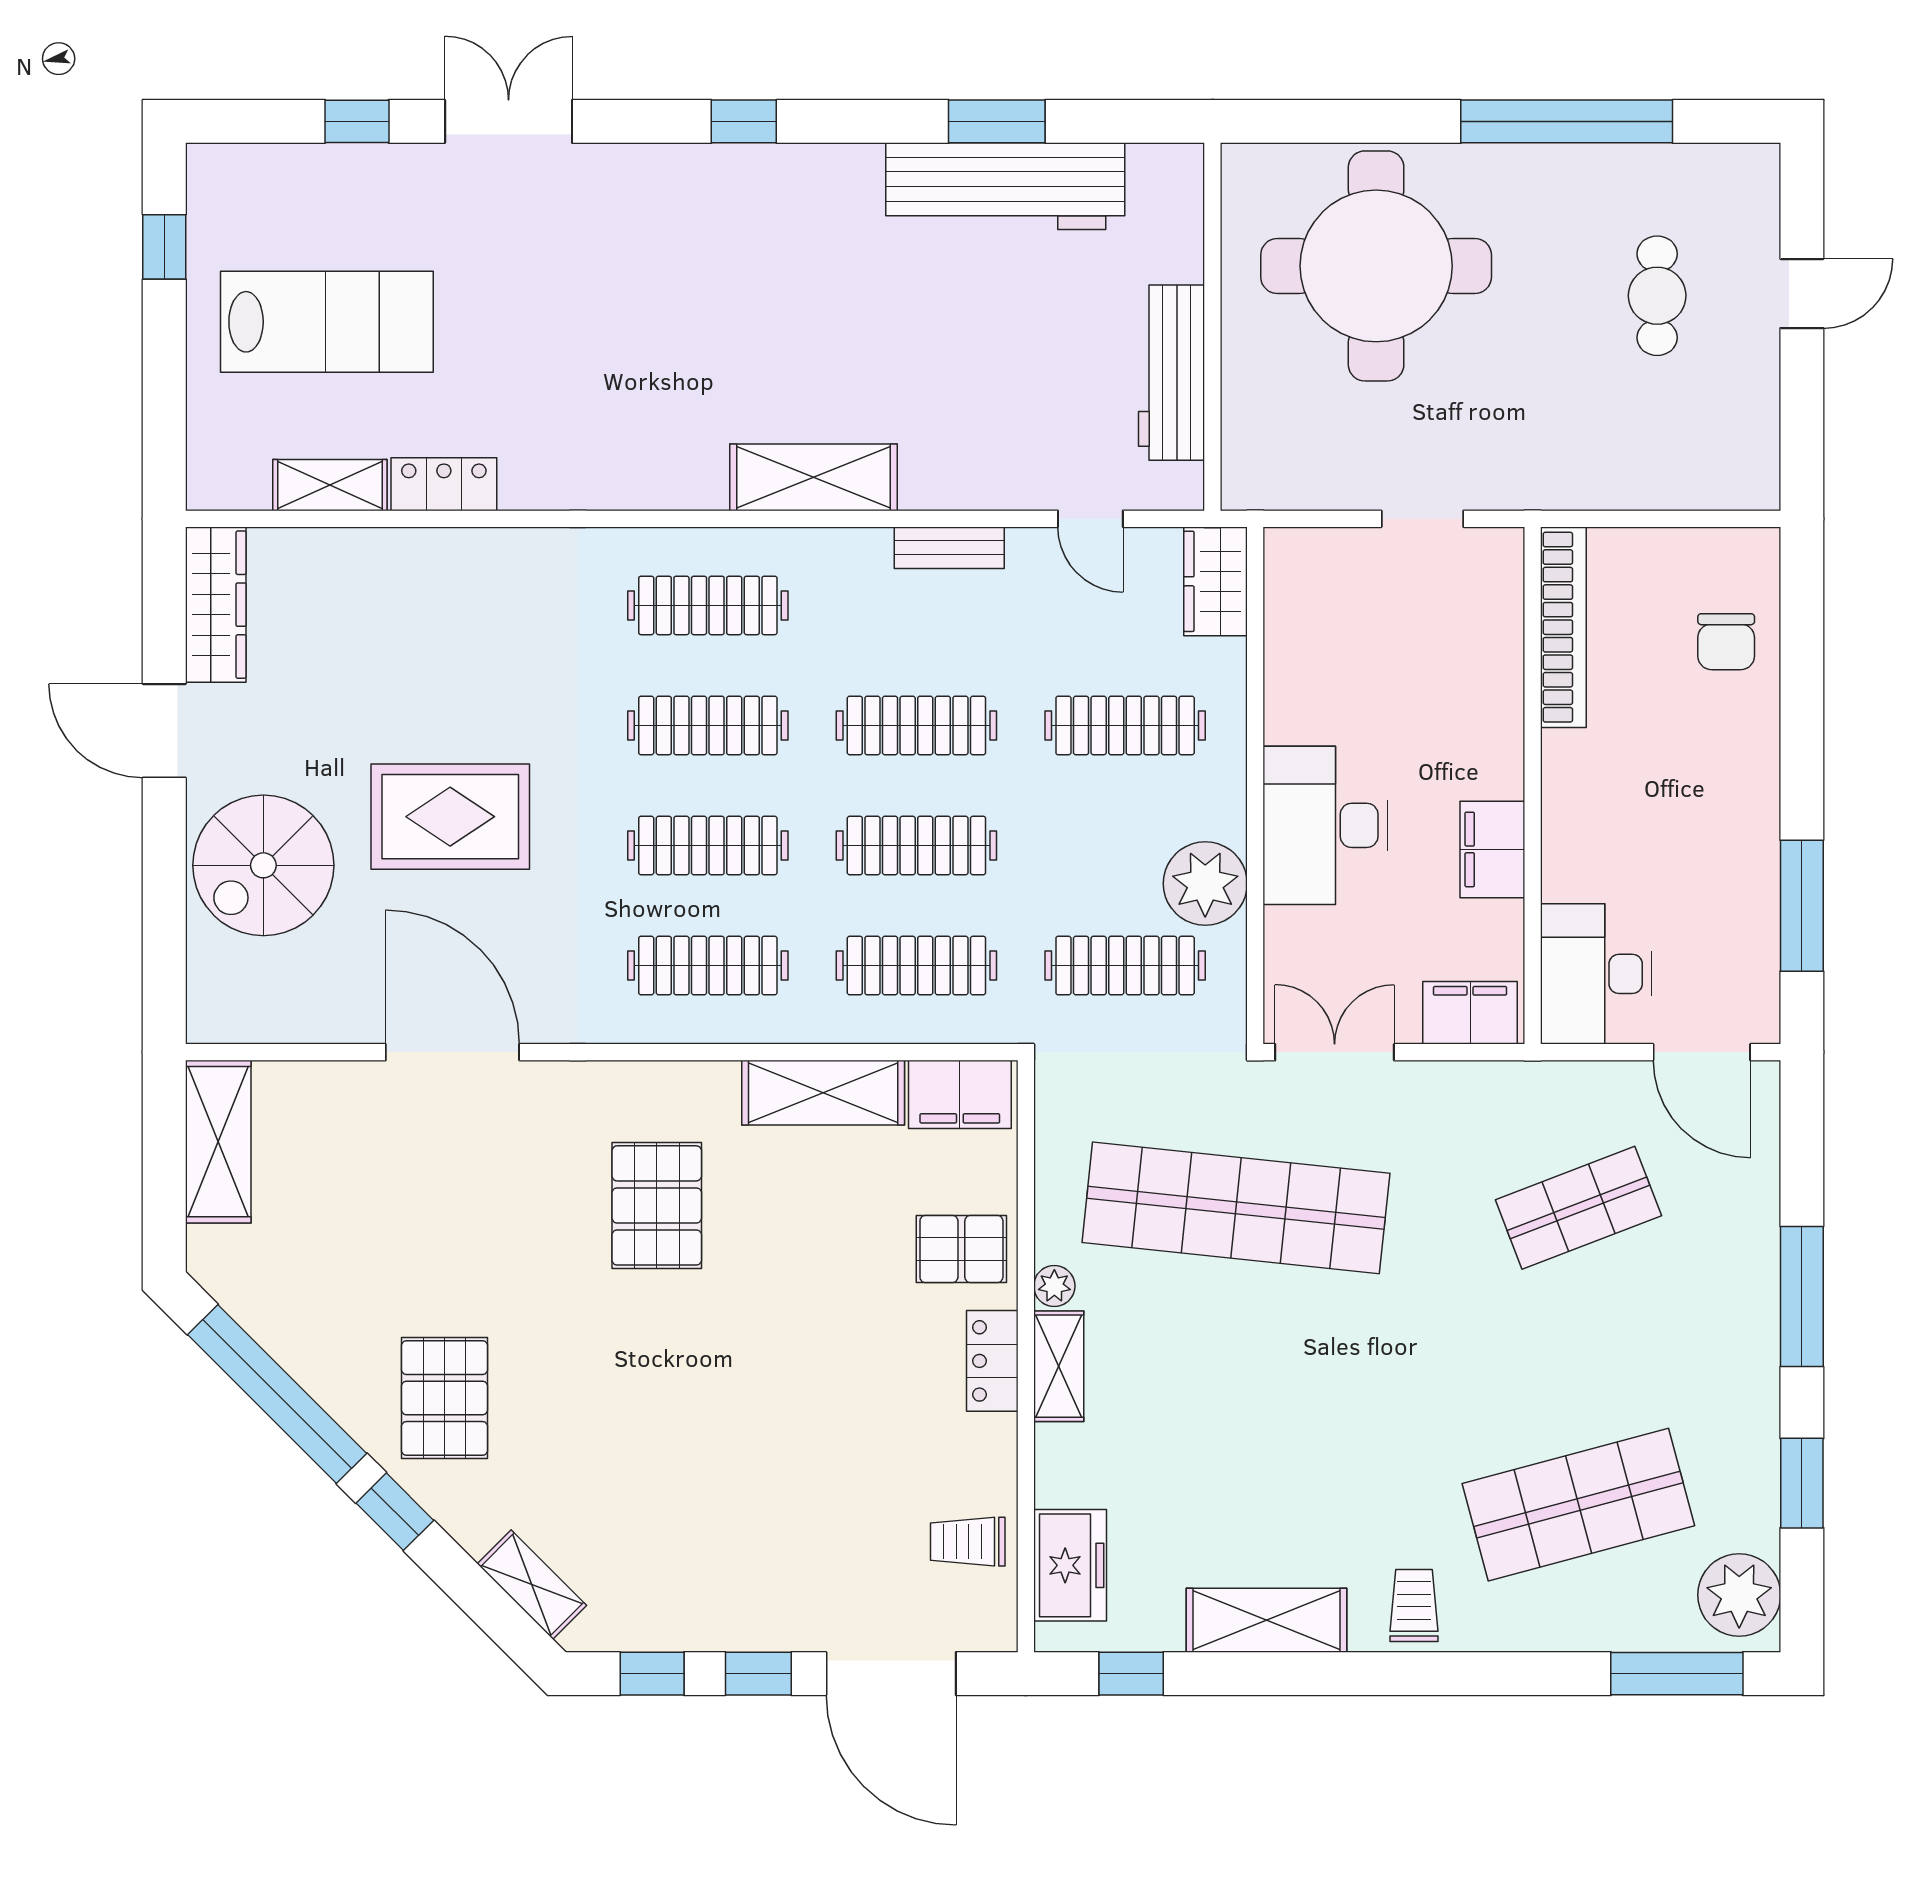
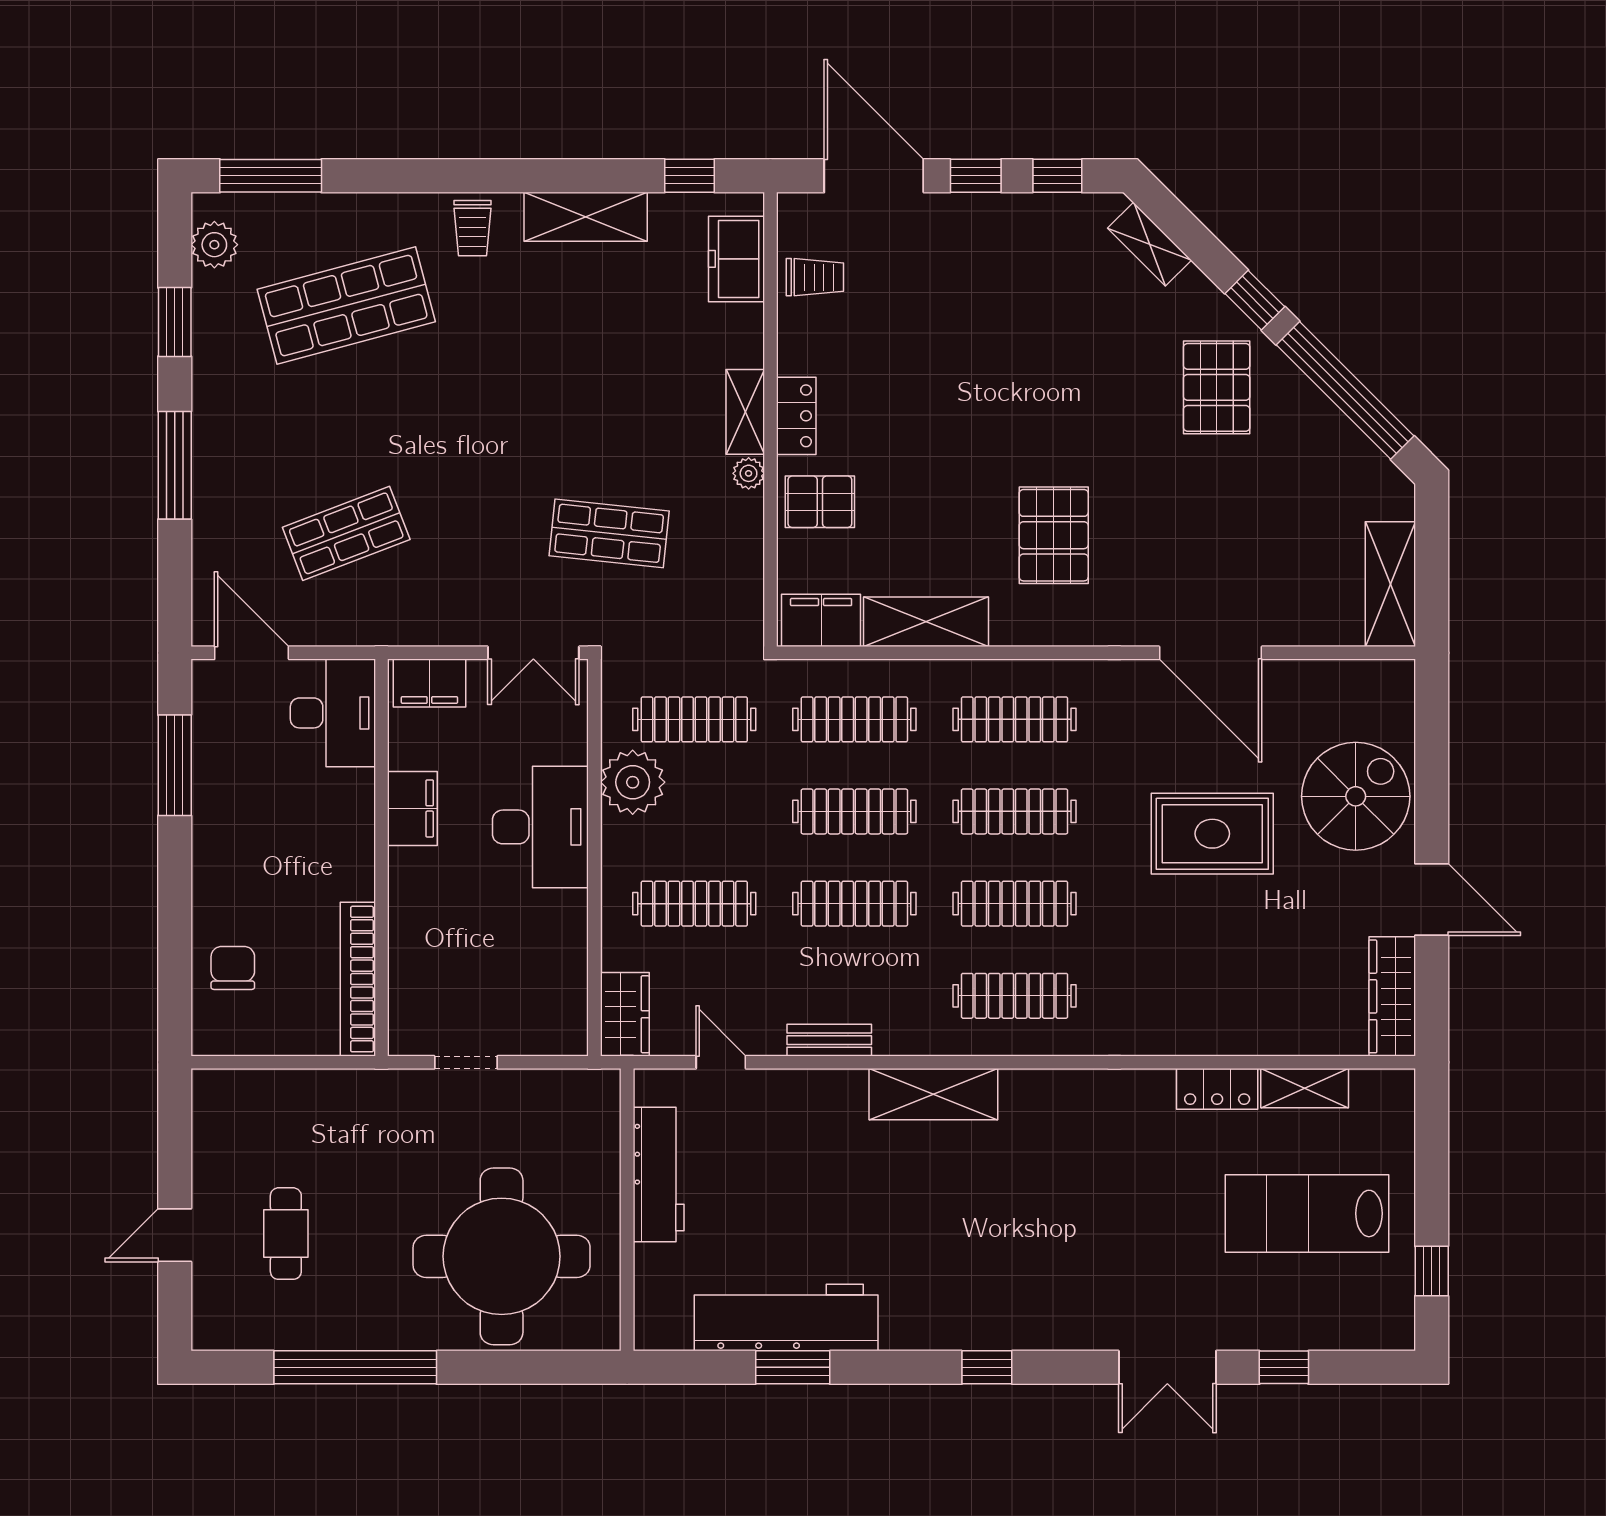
shop shelf: (1236, 1208) -> (609, 533), width x0.50, depth x0.74
plant: (1739, 1595) -> (214, 245), width x0.73, depth x0.73

